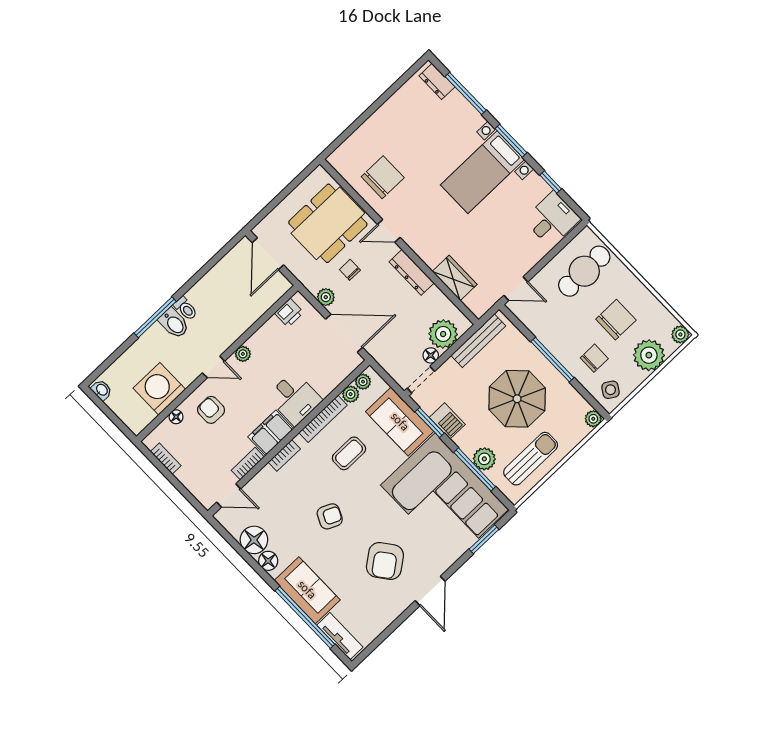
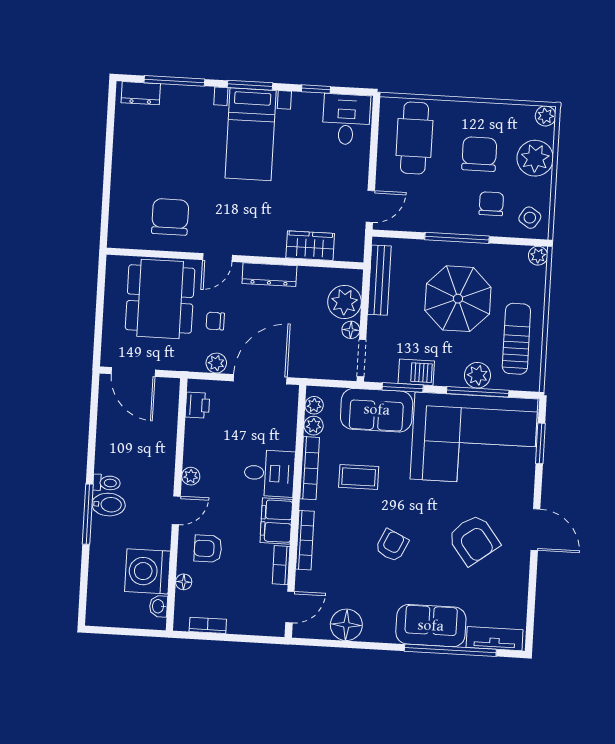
washbasin: (102, 390) -> (158, 606), moved, turned -90
coffee table: (349, 453) -> (359, 477), turned 90
bookcase: (284, 455) -> (305, 540), width x1.56
floor lamp: (268, 561) -> (375, 631), removed

